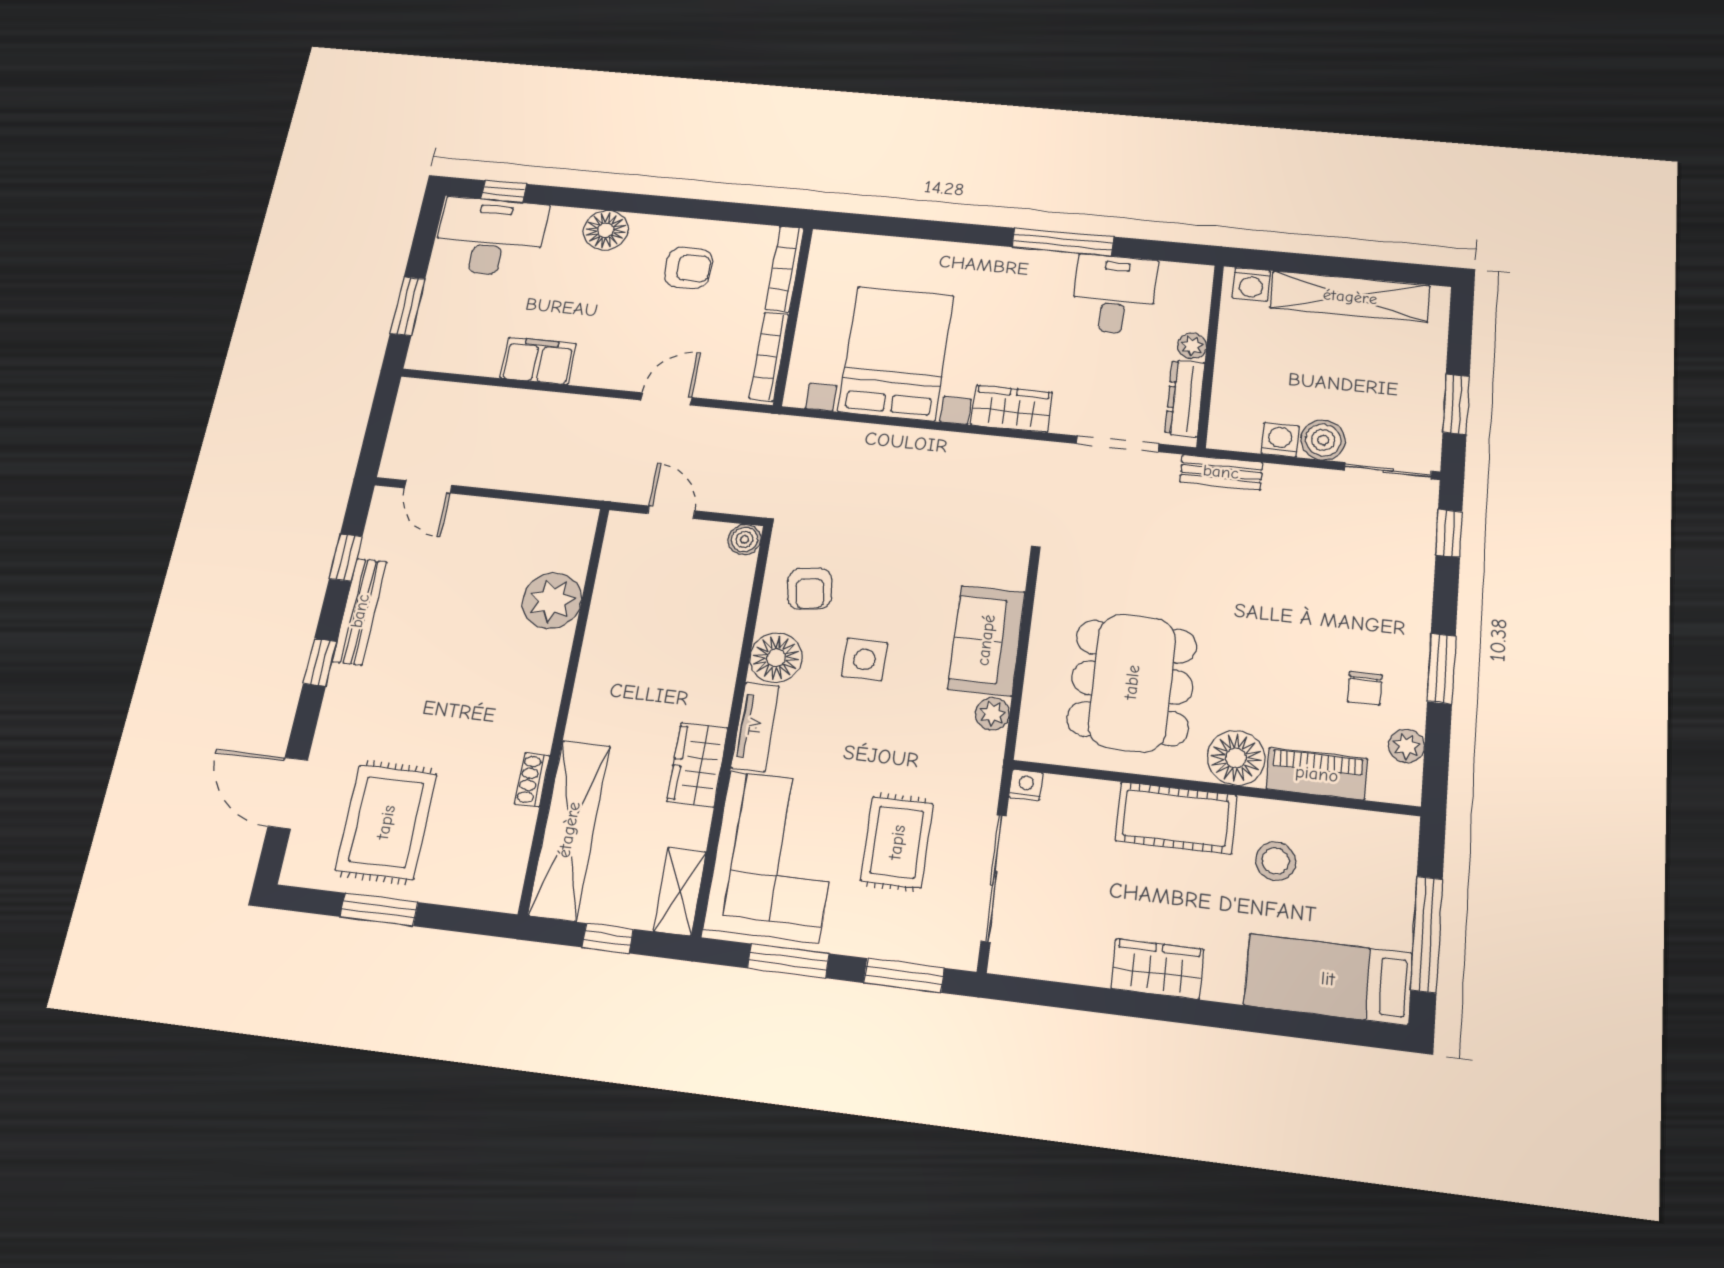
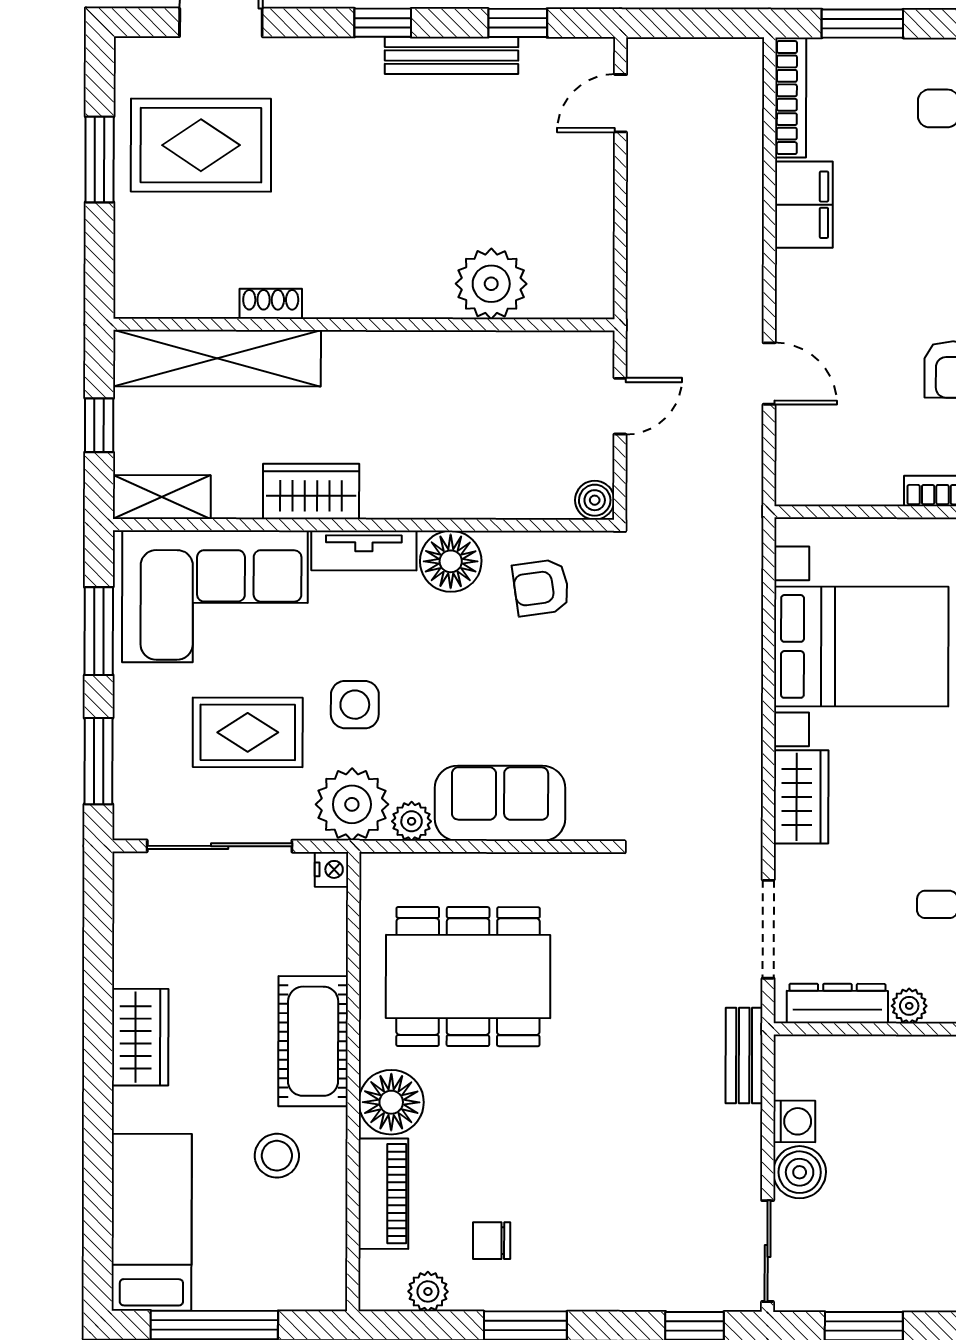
bookcase: (769, 356) -> (791, 98), moved, turned 90
side table: (864, 659) -> (355, 705), moved
plant: (971, 761) -> (352, 804), added

